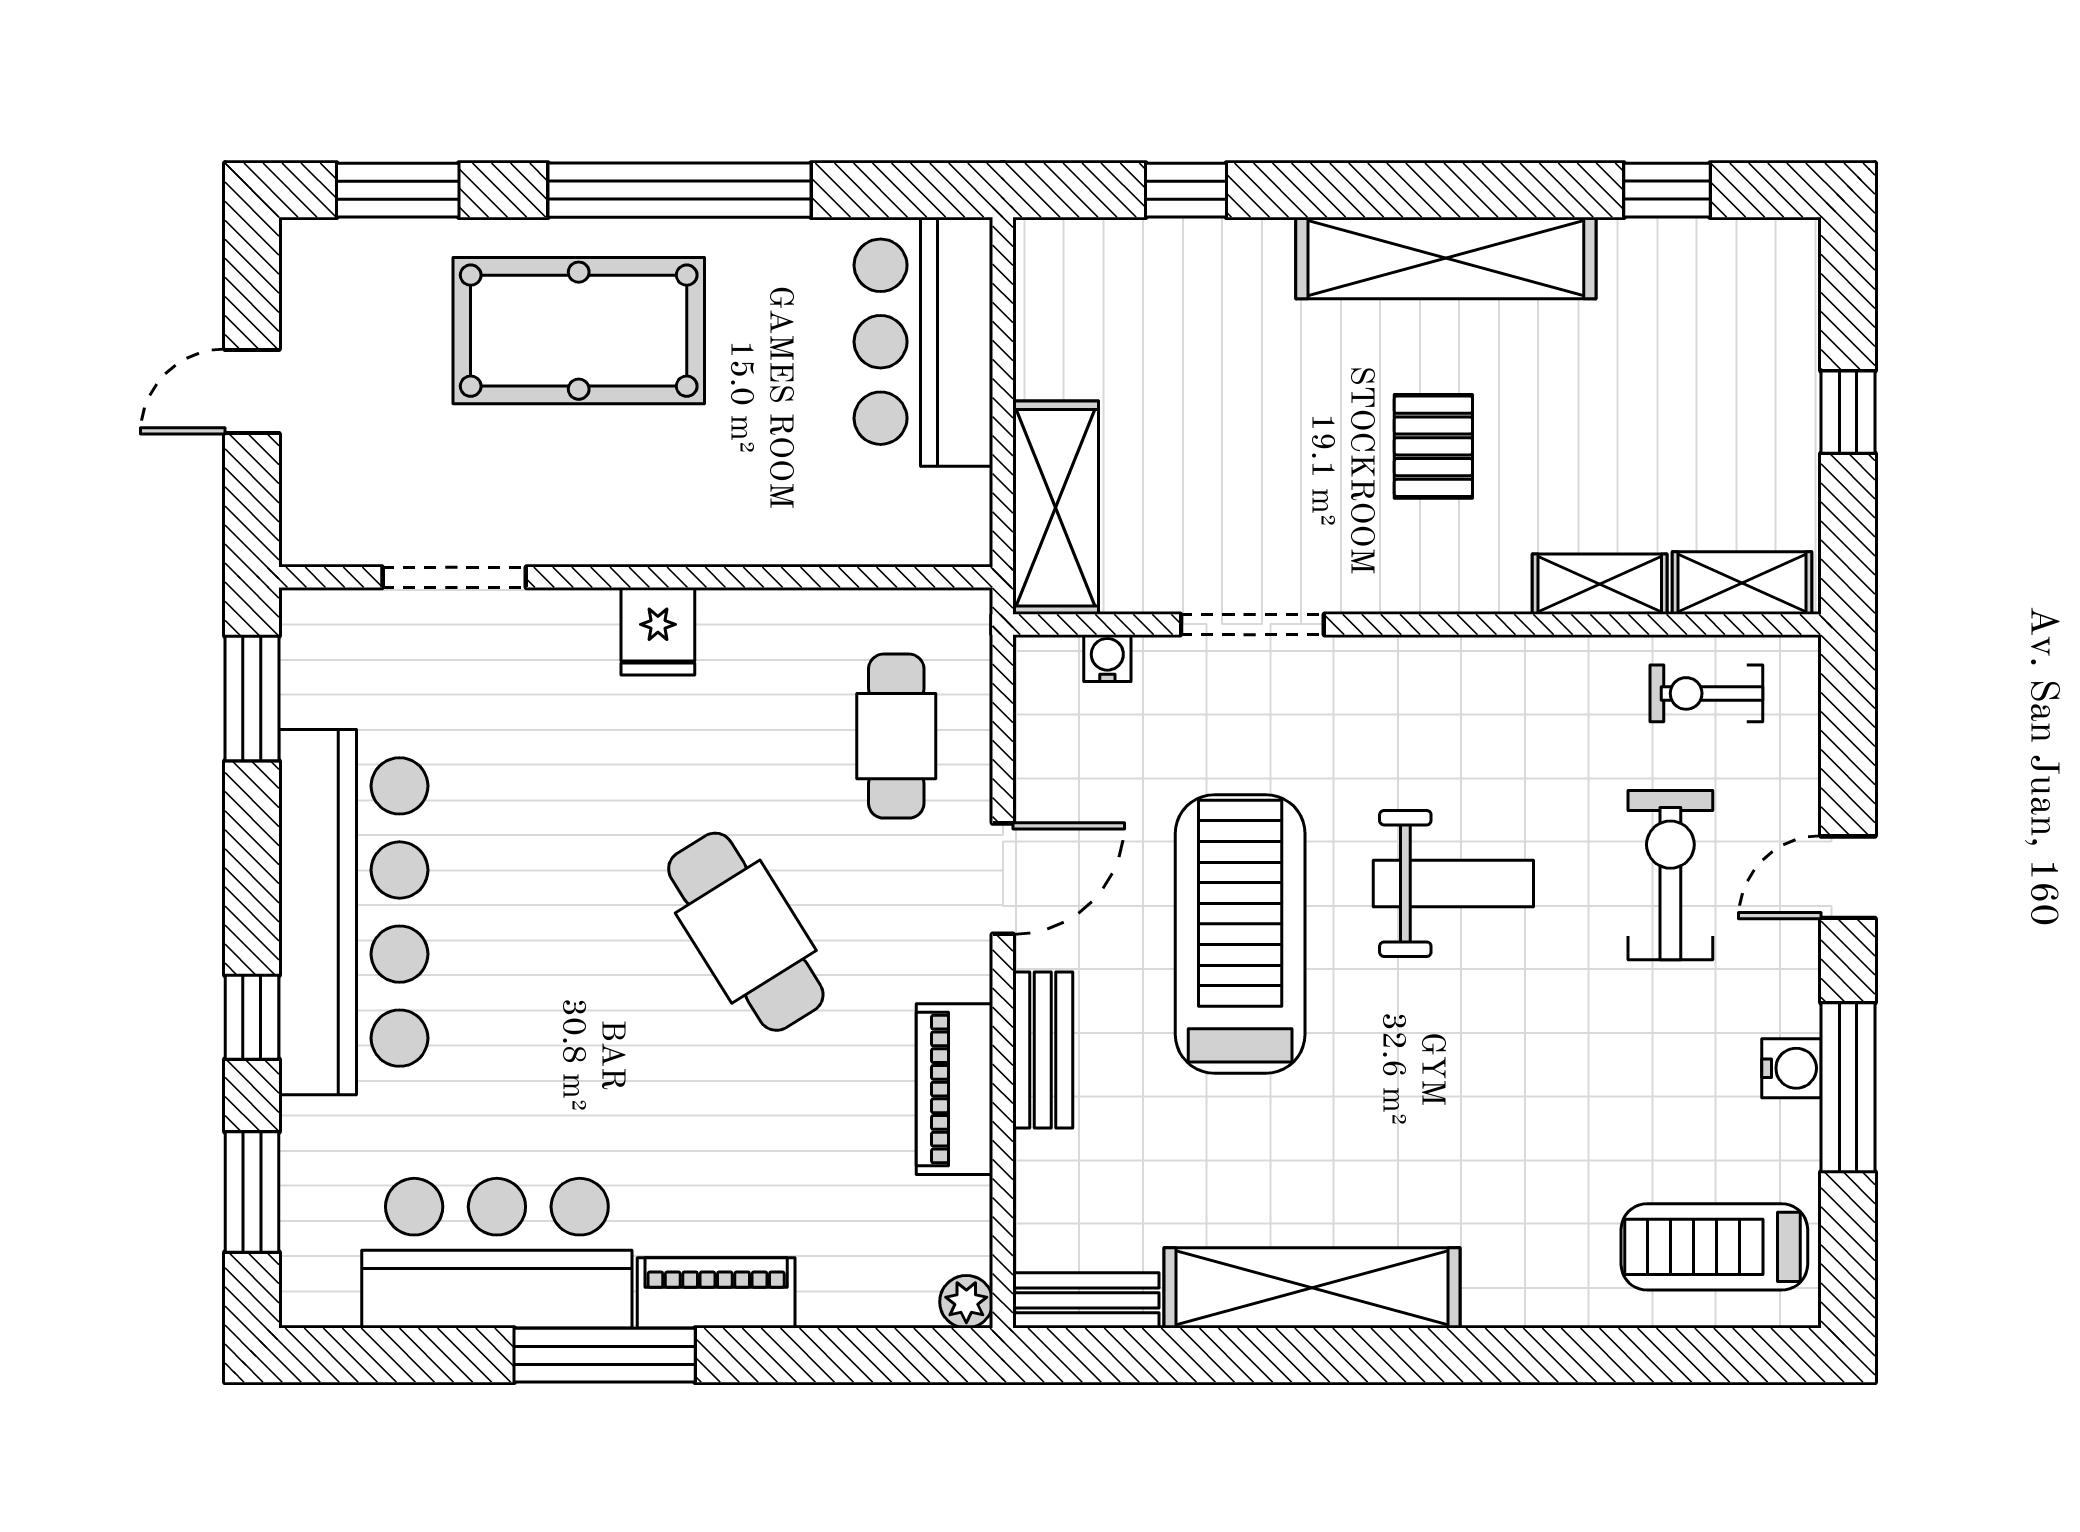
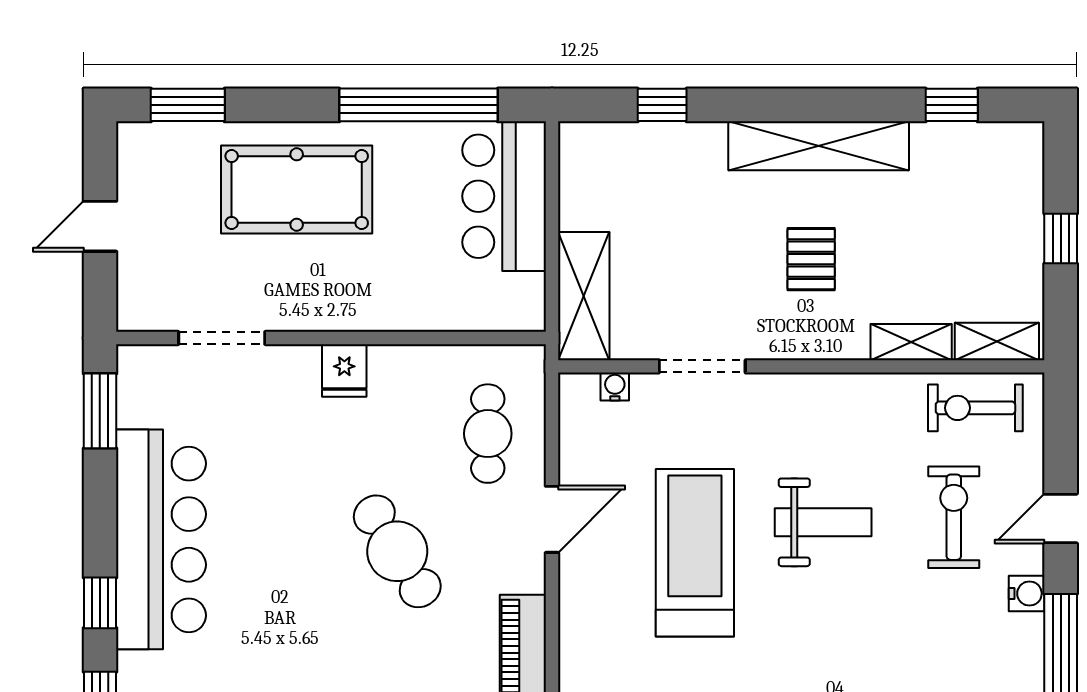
window: (679, 190) -> (418, 105), moved
exercise bike: (1706, 693) -> (975, 408), width x1.38, depth x1.39
bench: (1043, 1050) -> (576, 622), removed
water cooler: (1791, 1068) -> (1027, 594), moved

